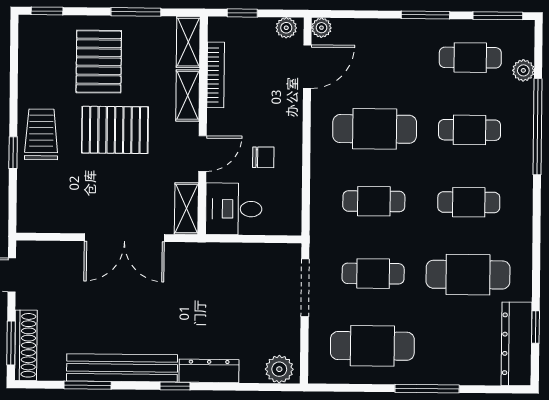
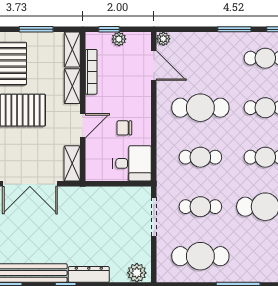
plant: (286, 28) -> (119, 39), moved
door: (307, 67) -> (154, 65), hinge flipped
chair: (263, 157) -> (124, 128), turned 180
desk: (234, 209) -> (132, 163), moved, turned 180

